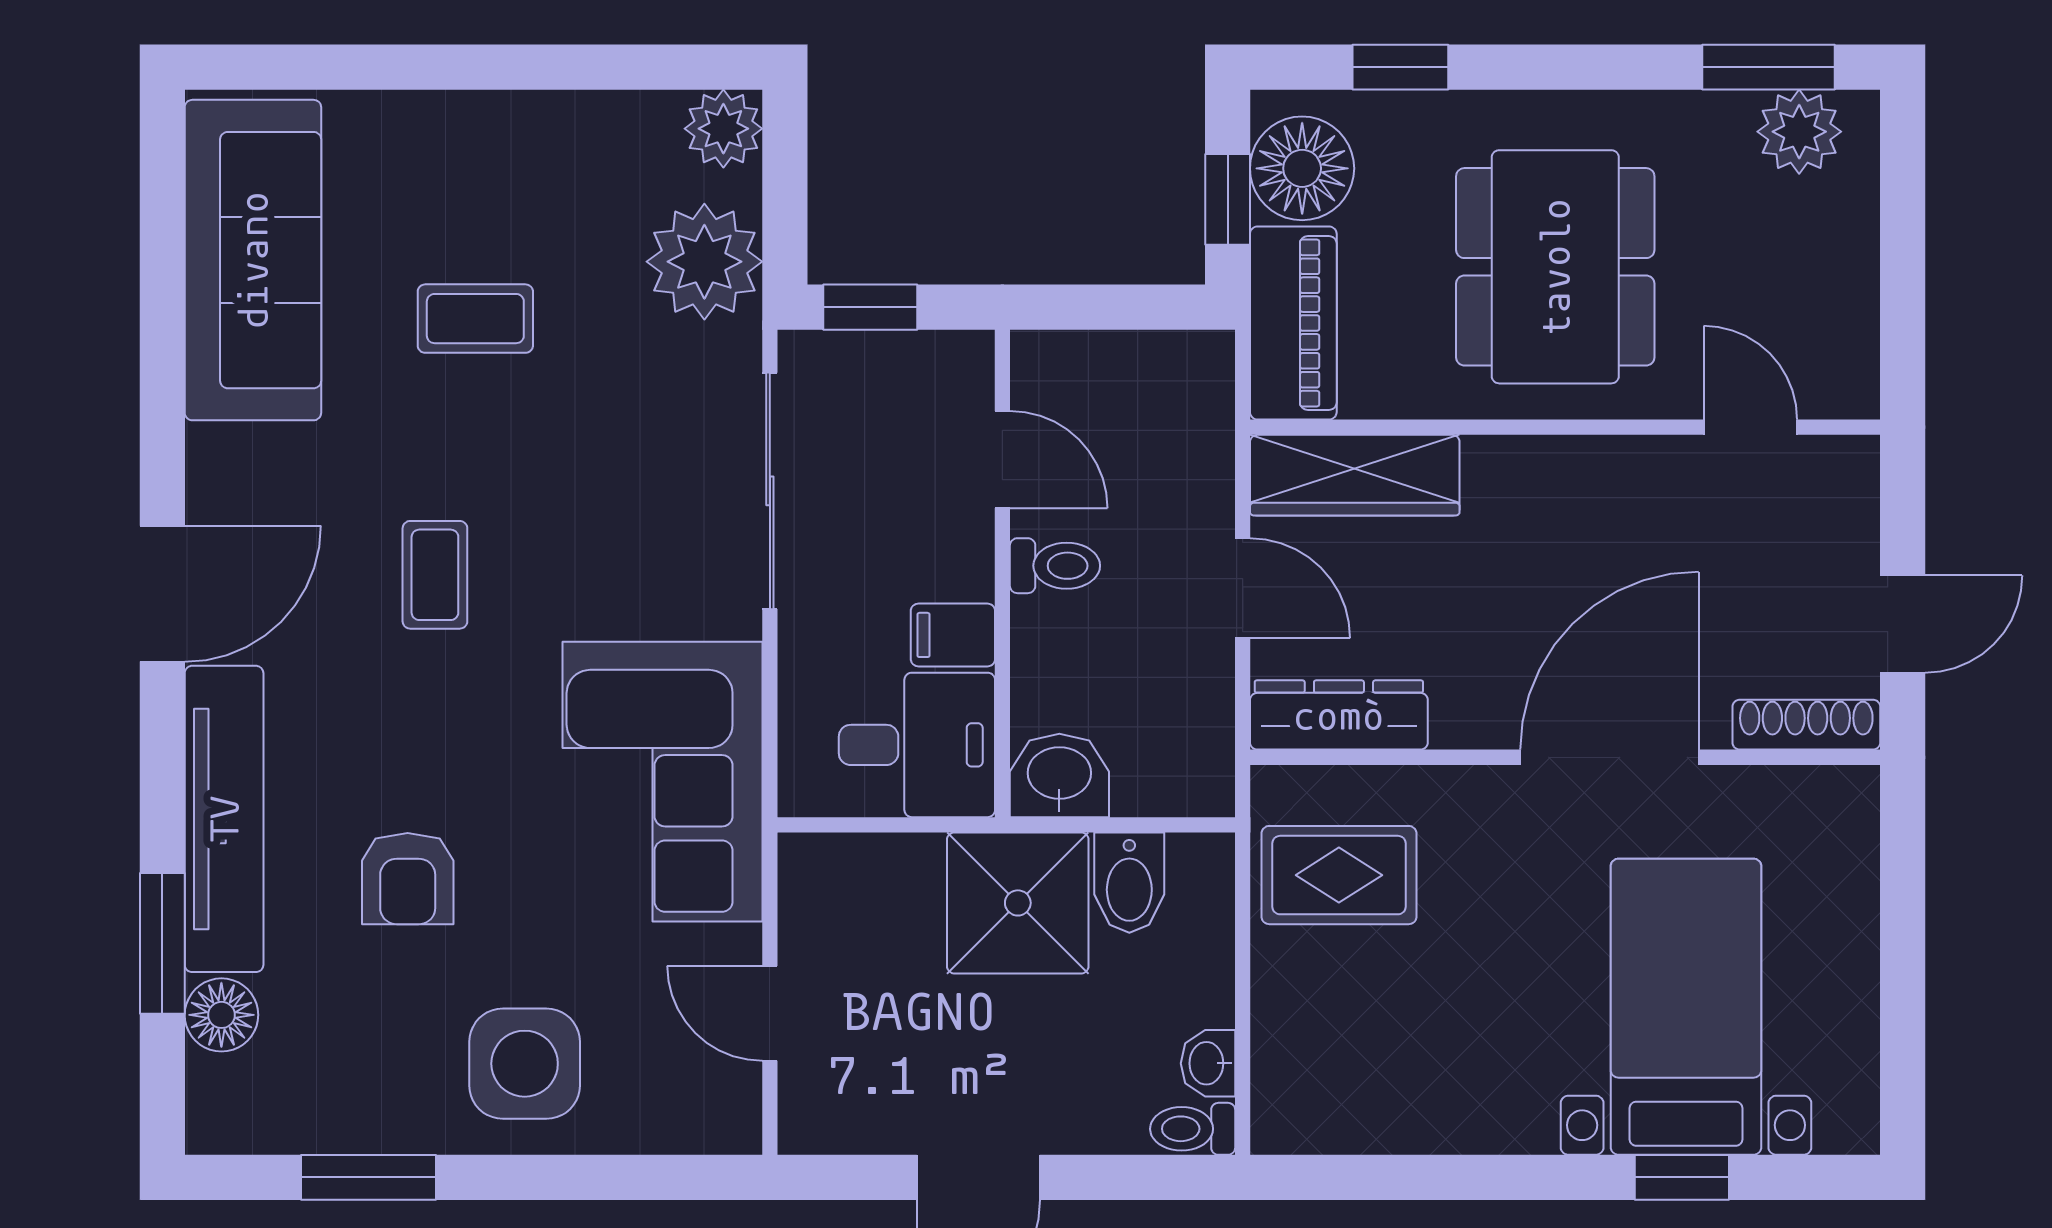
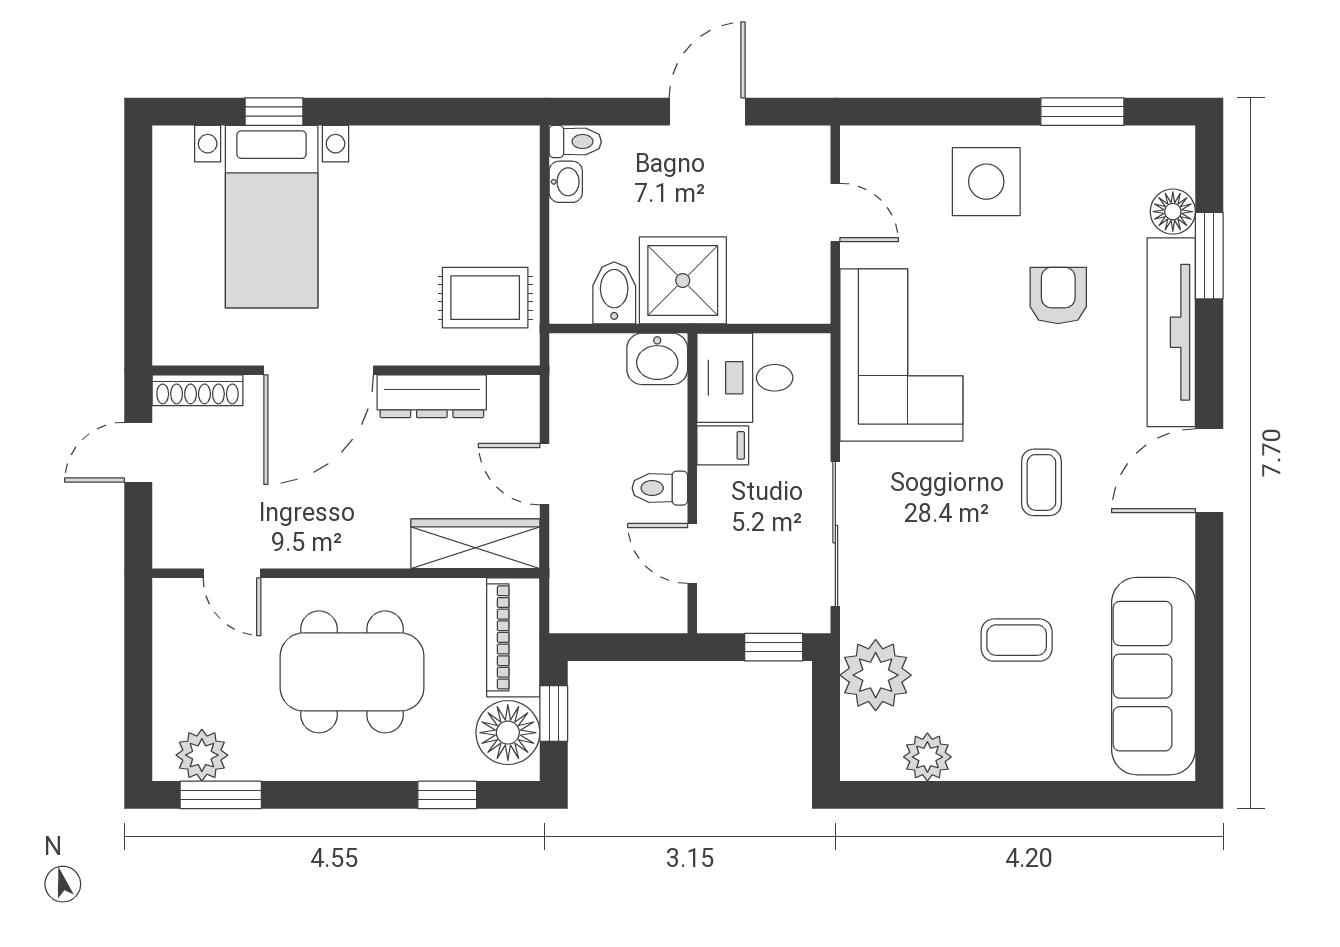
plant: (723, 129) -> (927, 757), moved
dining table: (1555, 267) -> (352, 672), turned 90
dresser: (1339, 715) -> (432, 396), moved

